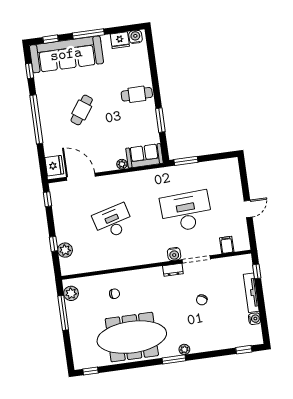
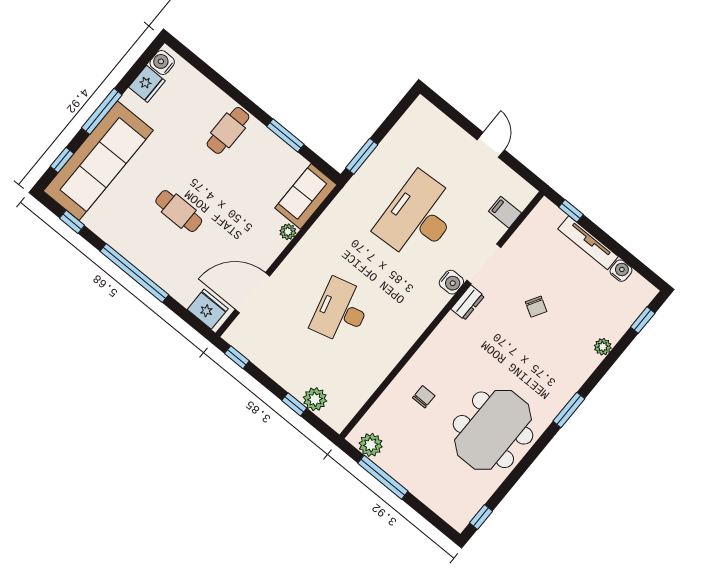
cafe table: (82, 110) -> (179, 211), turned -35
meeting table: (132, 337) -> (493, 430), width x0.73
plant: (184, 349) -> (603, 347), moved

